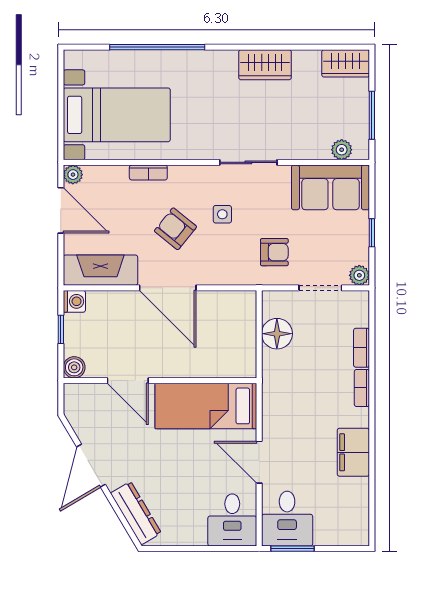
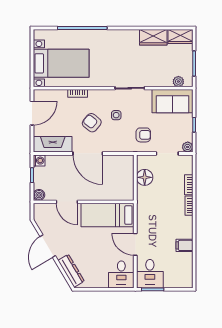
wardrobe: (265, 65) -> (153, 37), moved
plant: (73, 175) -> (38, 94), removed
door: (61, 210) -> (32, 113), hinge flipped
filing cabinet: (353, 452) -> (184, 245), width x0.50

